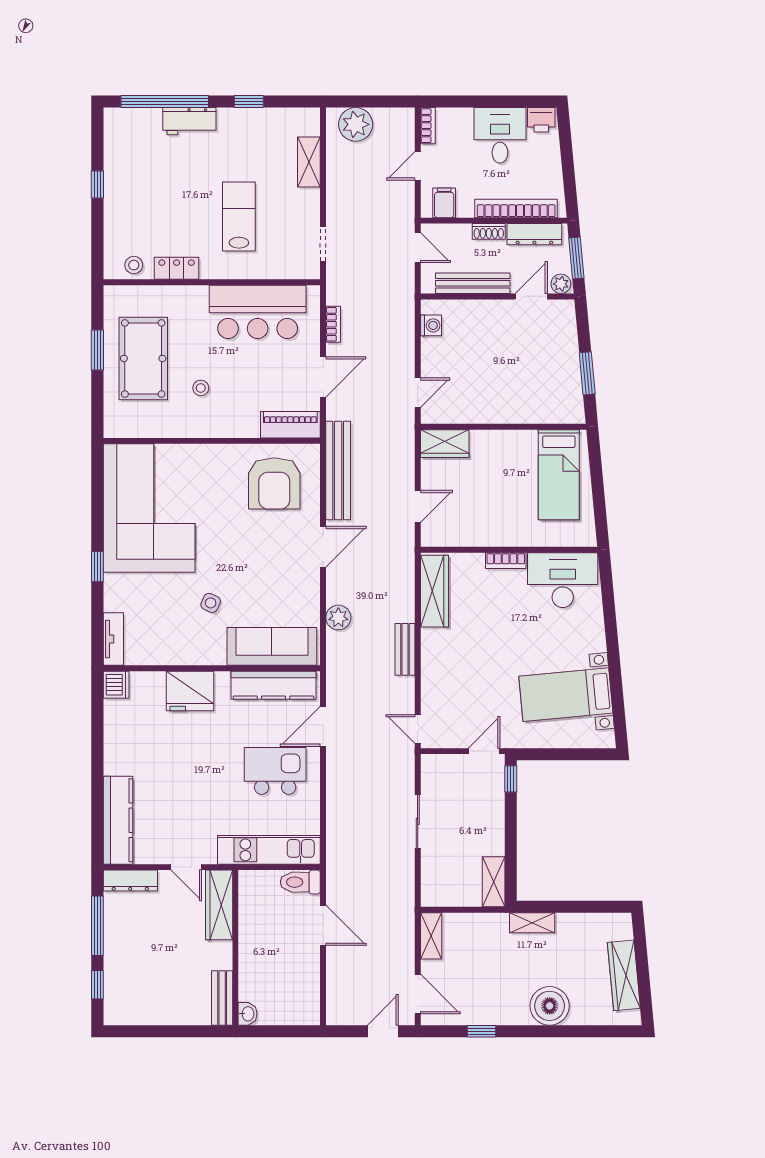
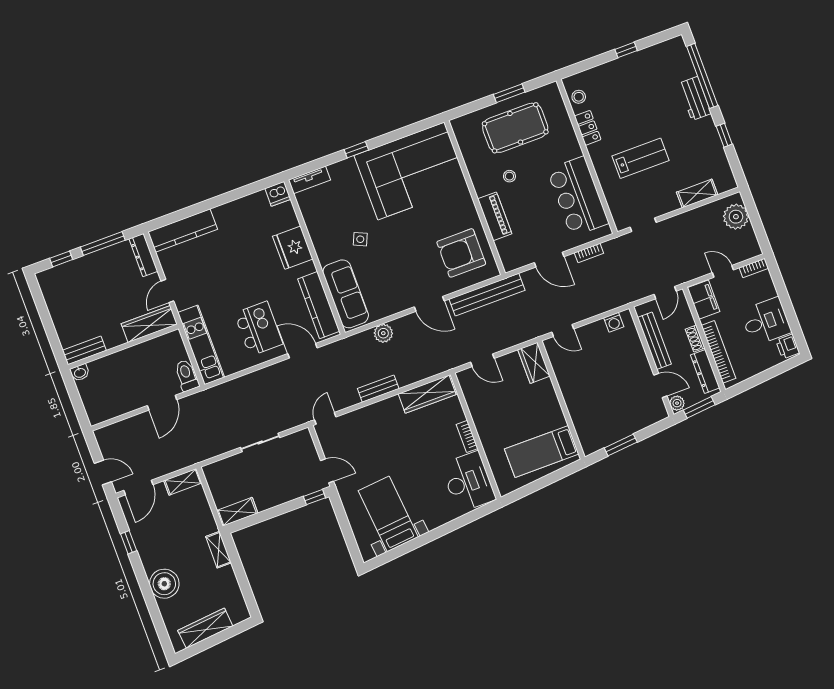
filing cabinet: (444, 203) -> (704, 300), width x2.00
piano: (290, 425) -> (495, 216), moved

